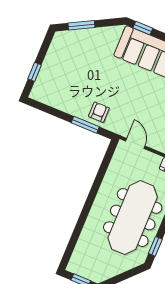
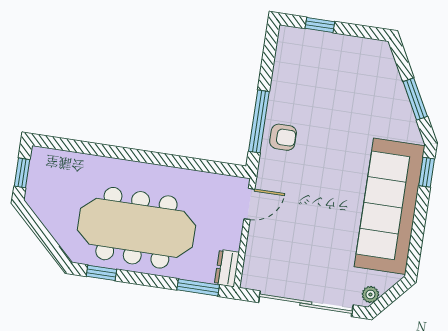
window: (81, 25) -> (415, 99), moved
window: (85, 125) -> (259, 121), width x1.44

